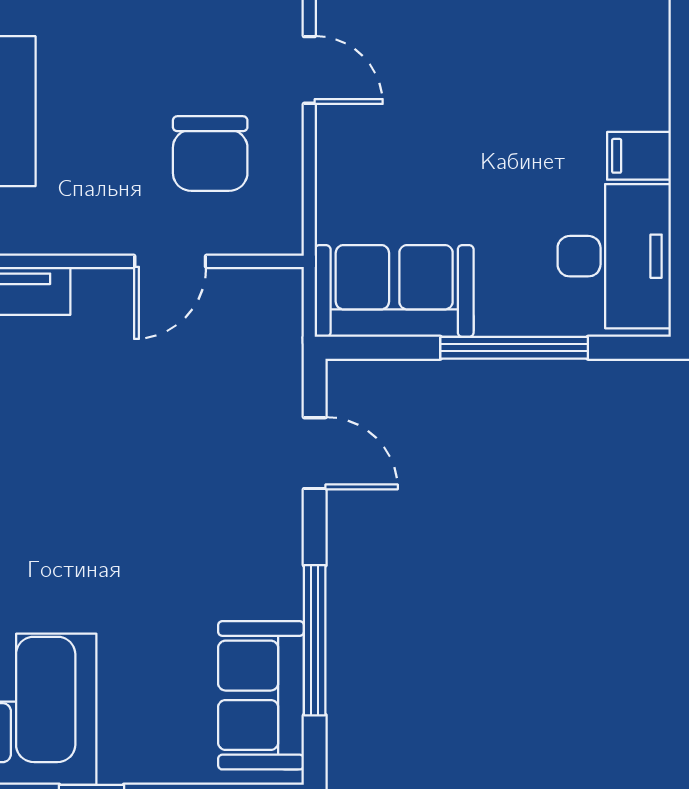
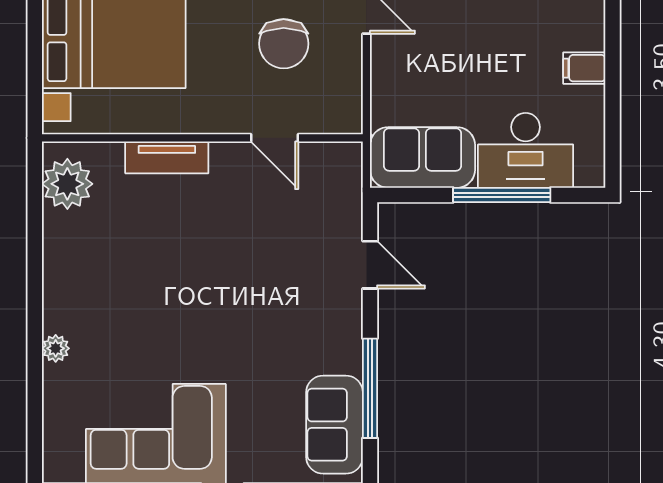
chair: (210, 154) -> (284, 44), moved
desk: (614, 256) -> (526, 150), moved, turned 90
door: (170, 261) -> (274, 138), hinge flipped

